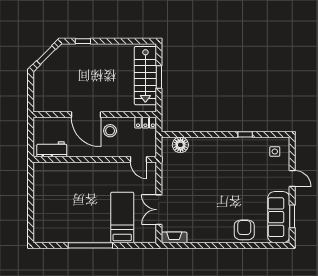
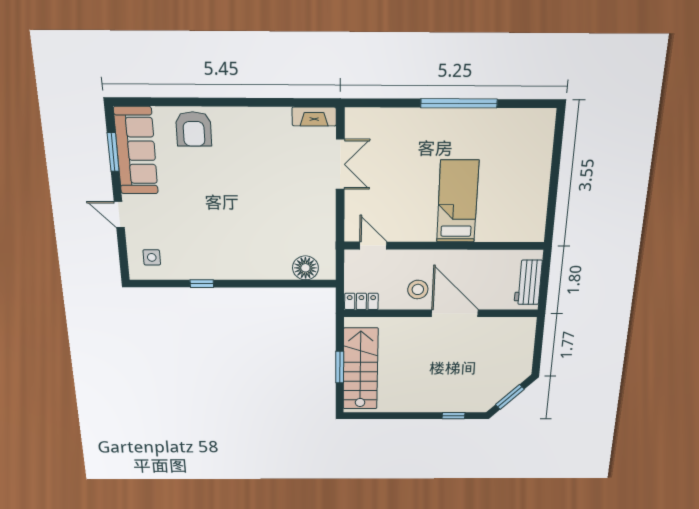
workbench: (52, 149) -> (528, 282), moved, turned 90
bed: (122, 217) -> (458, 201), moved, turned 180

